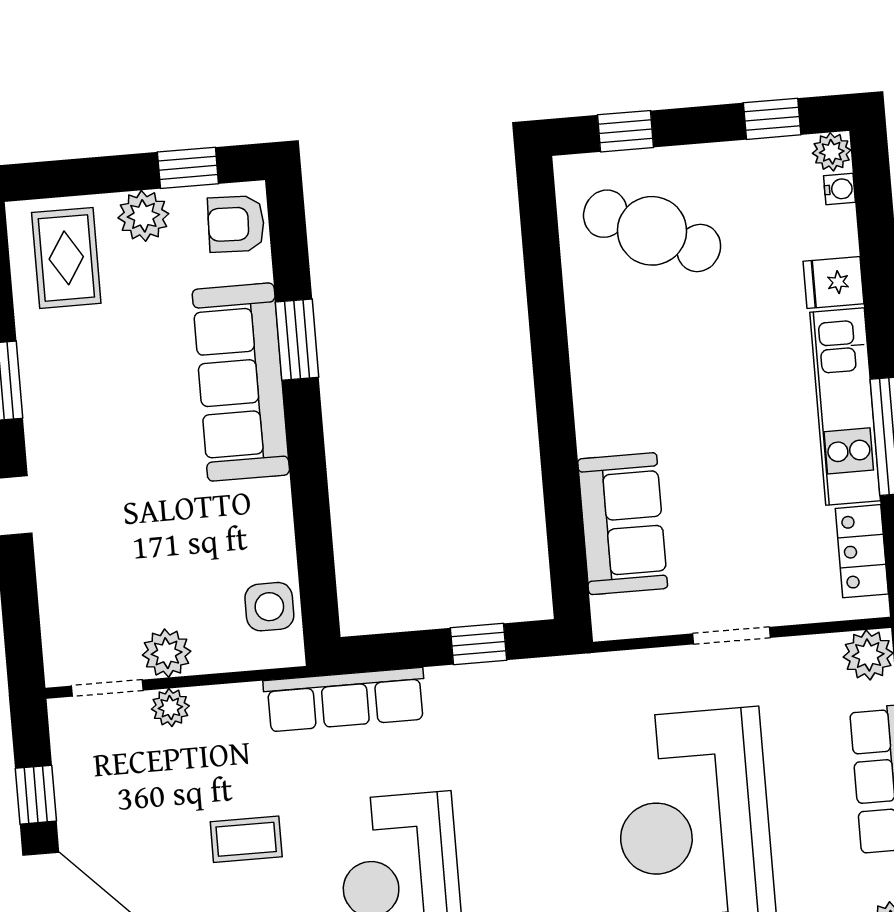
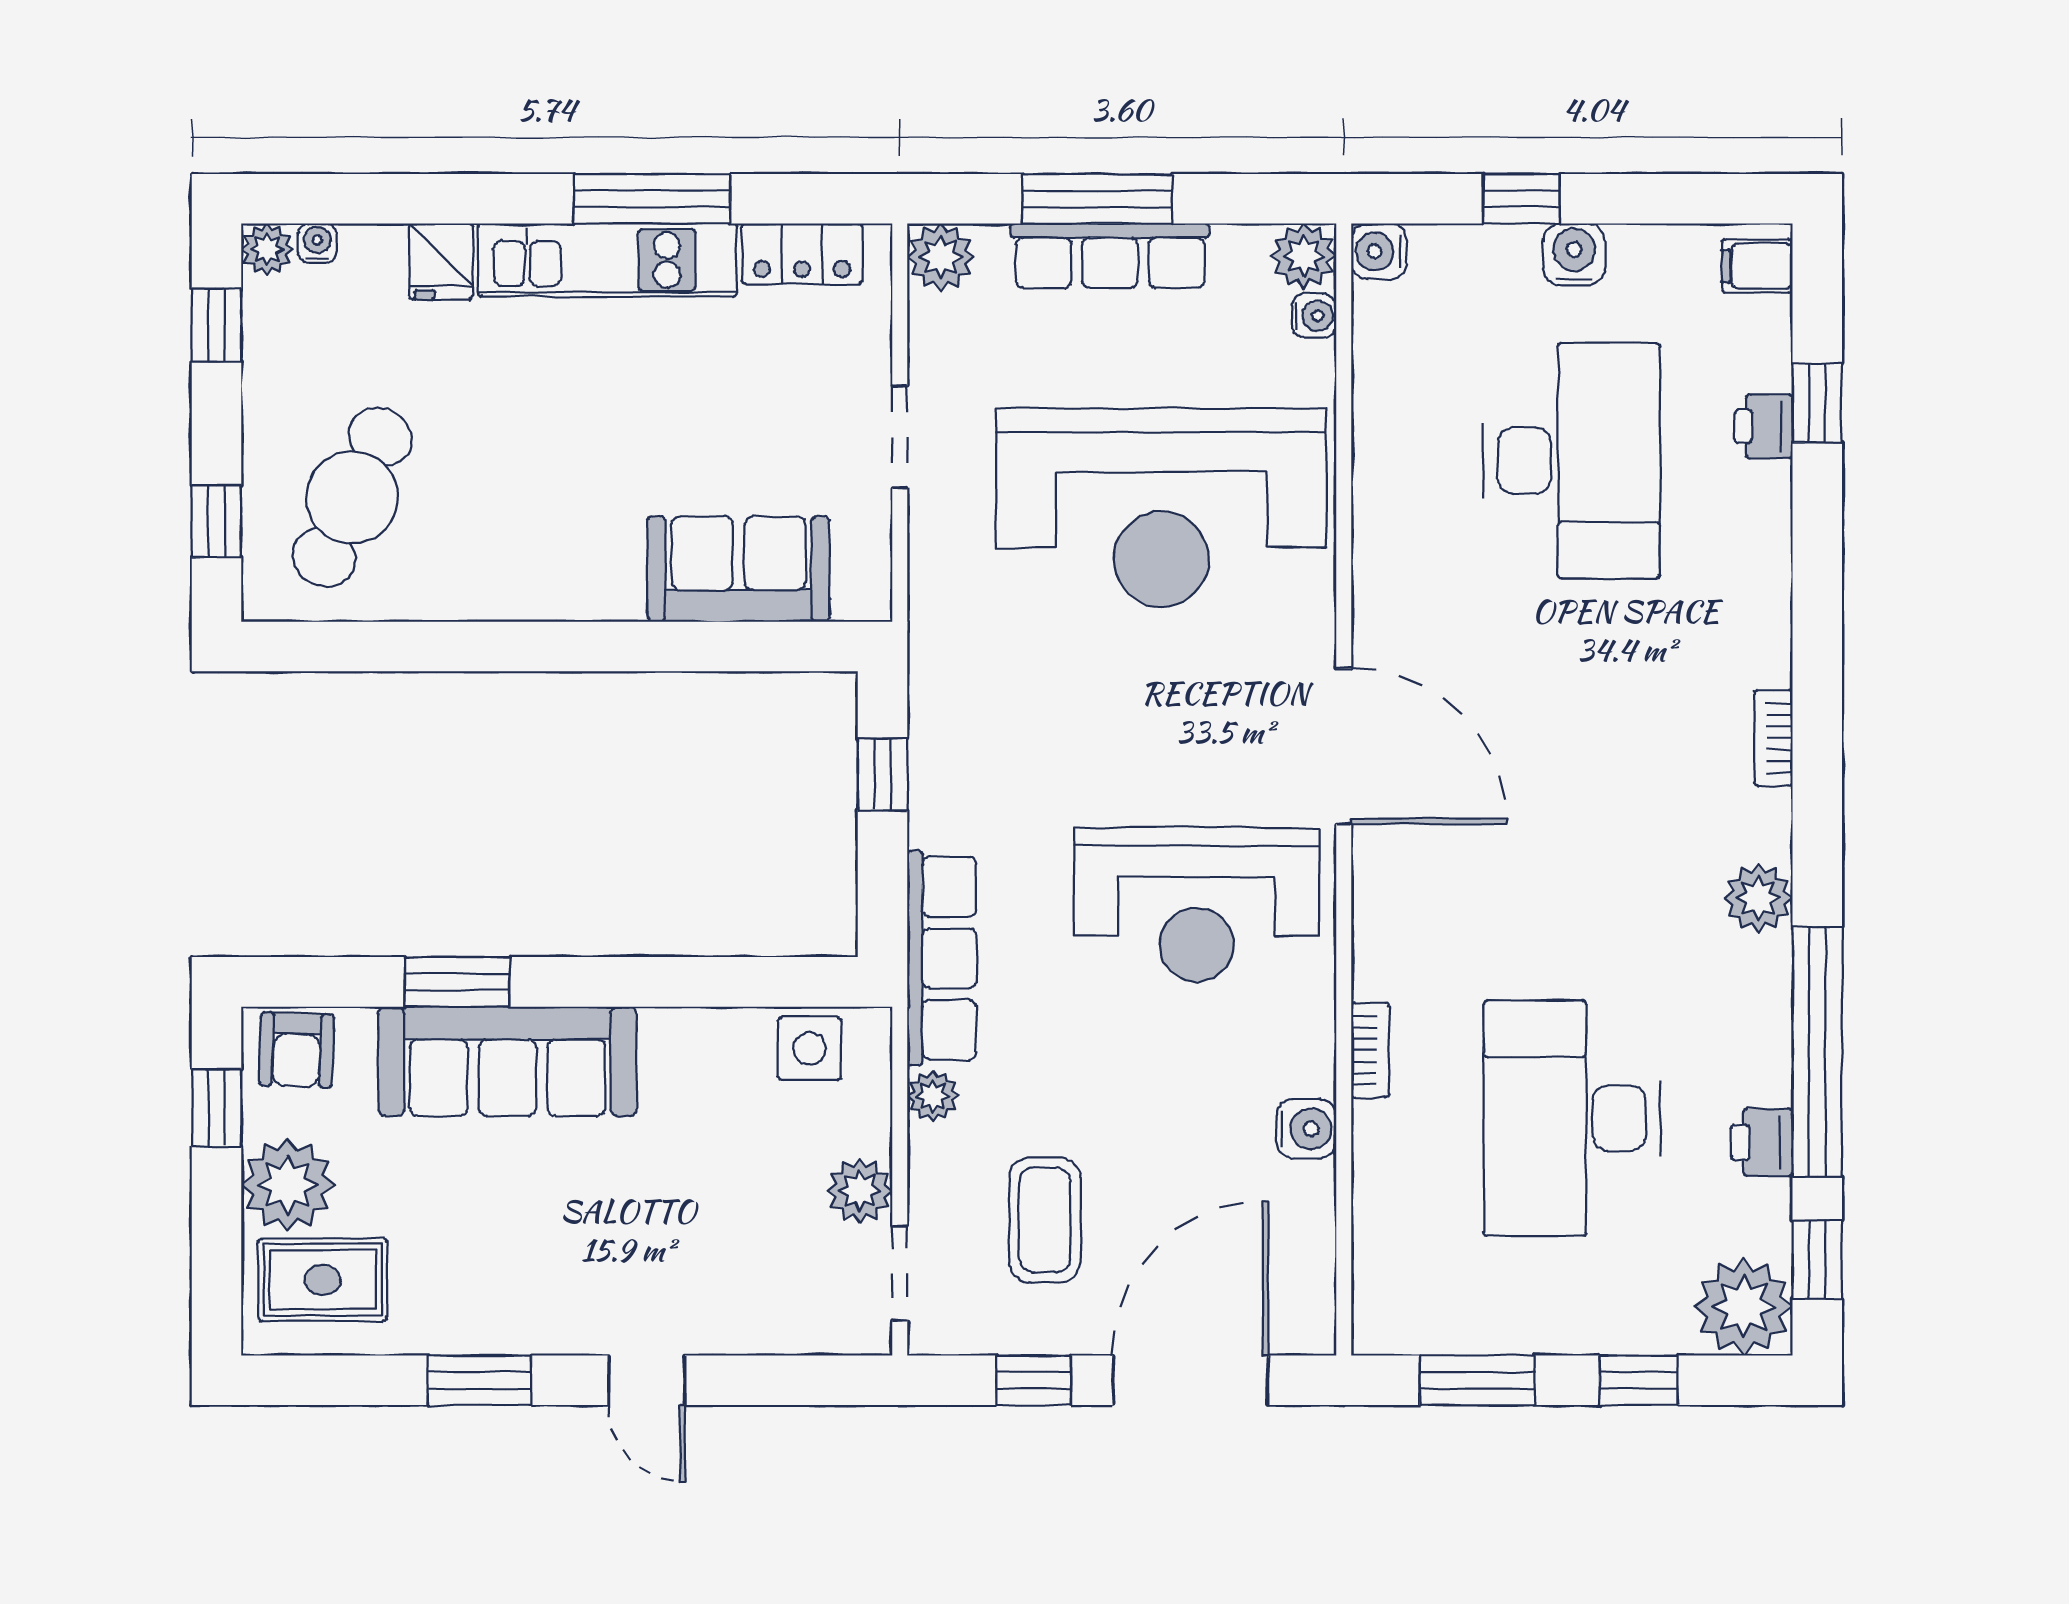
plant: (143, 216) -> (288, 1185), width x1.36, depth x1.36
plant: (170, 708) -> (933, 1096), moved
coffee table: (246, 839) -> (1045, 1220), moved, width x1.36, depth x1.30

